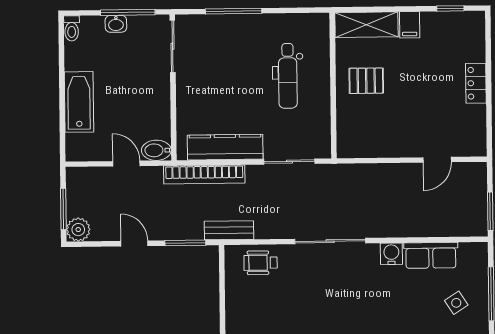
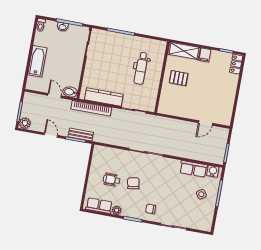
locker: (476, 83) -> (236, 64), moved
bench: (229, 230) -> (81, 135), moved
water cooler: (391, 254) -> (213, 171), moved
wheelchair: (261, 263) -> (112, 180), moved
chair: (317, 307) -> (133, 183), added

